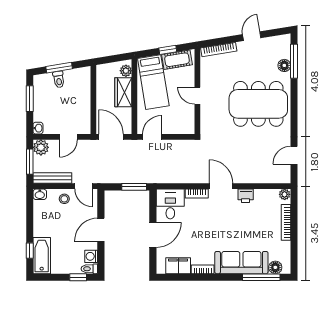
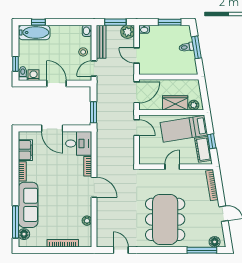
floor lamp: (284, 65) -> (215, 242), moved
door: (221, 186) -> (94, 187), hinge flipped
plant: (285, 194) -> (87, 221), moved
printer: (246, 196) -> (86, 208), removed

